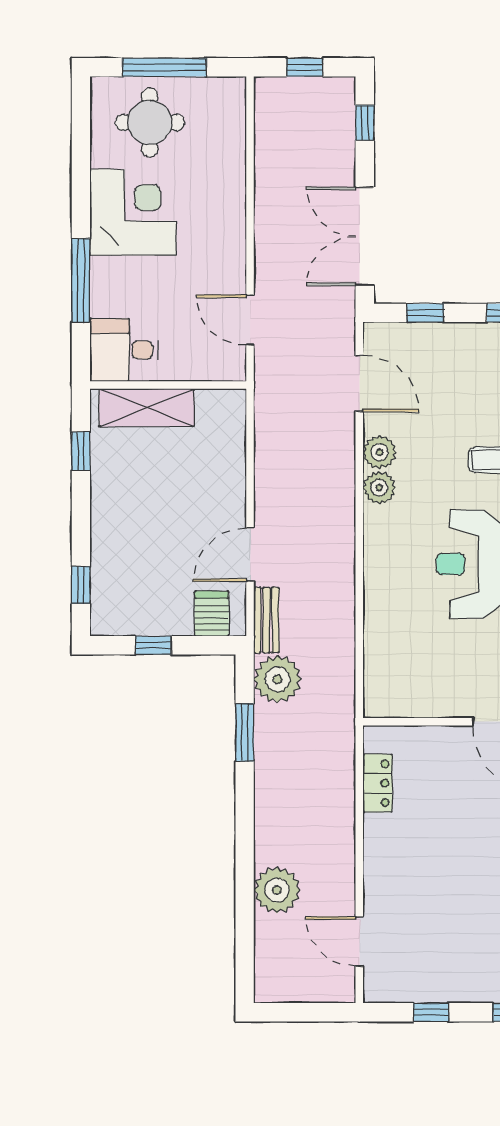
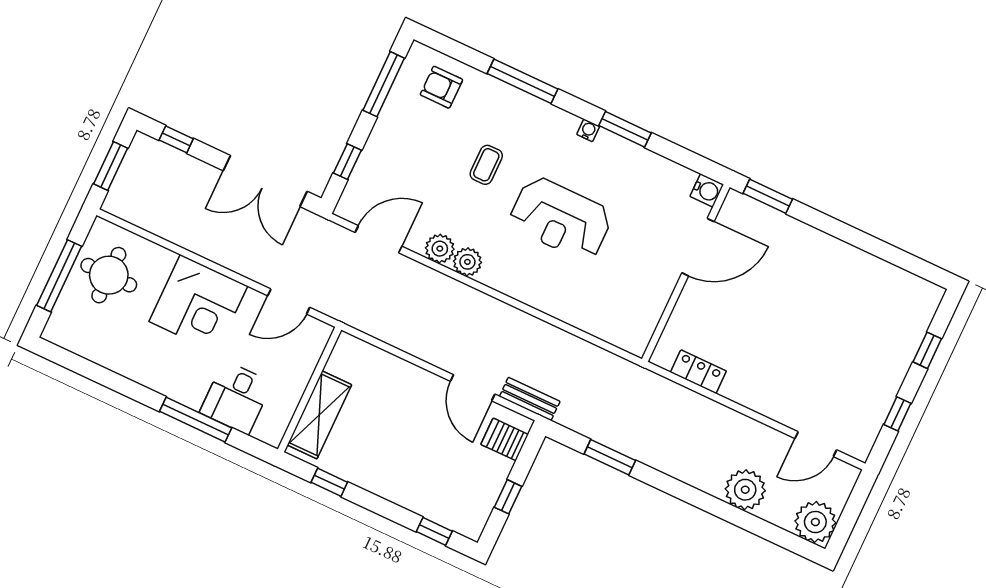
window: (305, 67) -> (111, 166), width x1.50
round table: (150, 122) -> (109, 275), moved
corner desk: (133, 212) -> (198, 304), moved, turned 180
desk: (124, 350) -> (236, 398), moved
plant: (278, 679) -> (815, 522), moved

